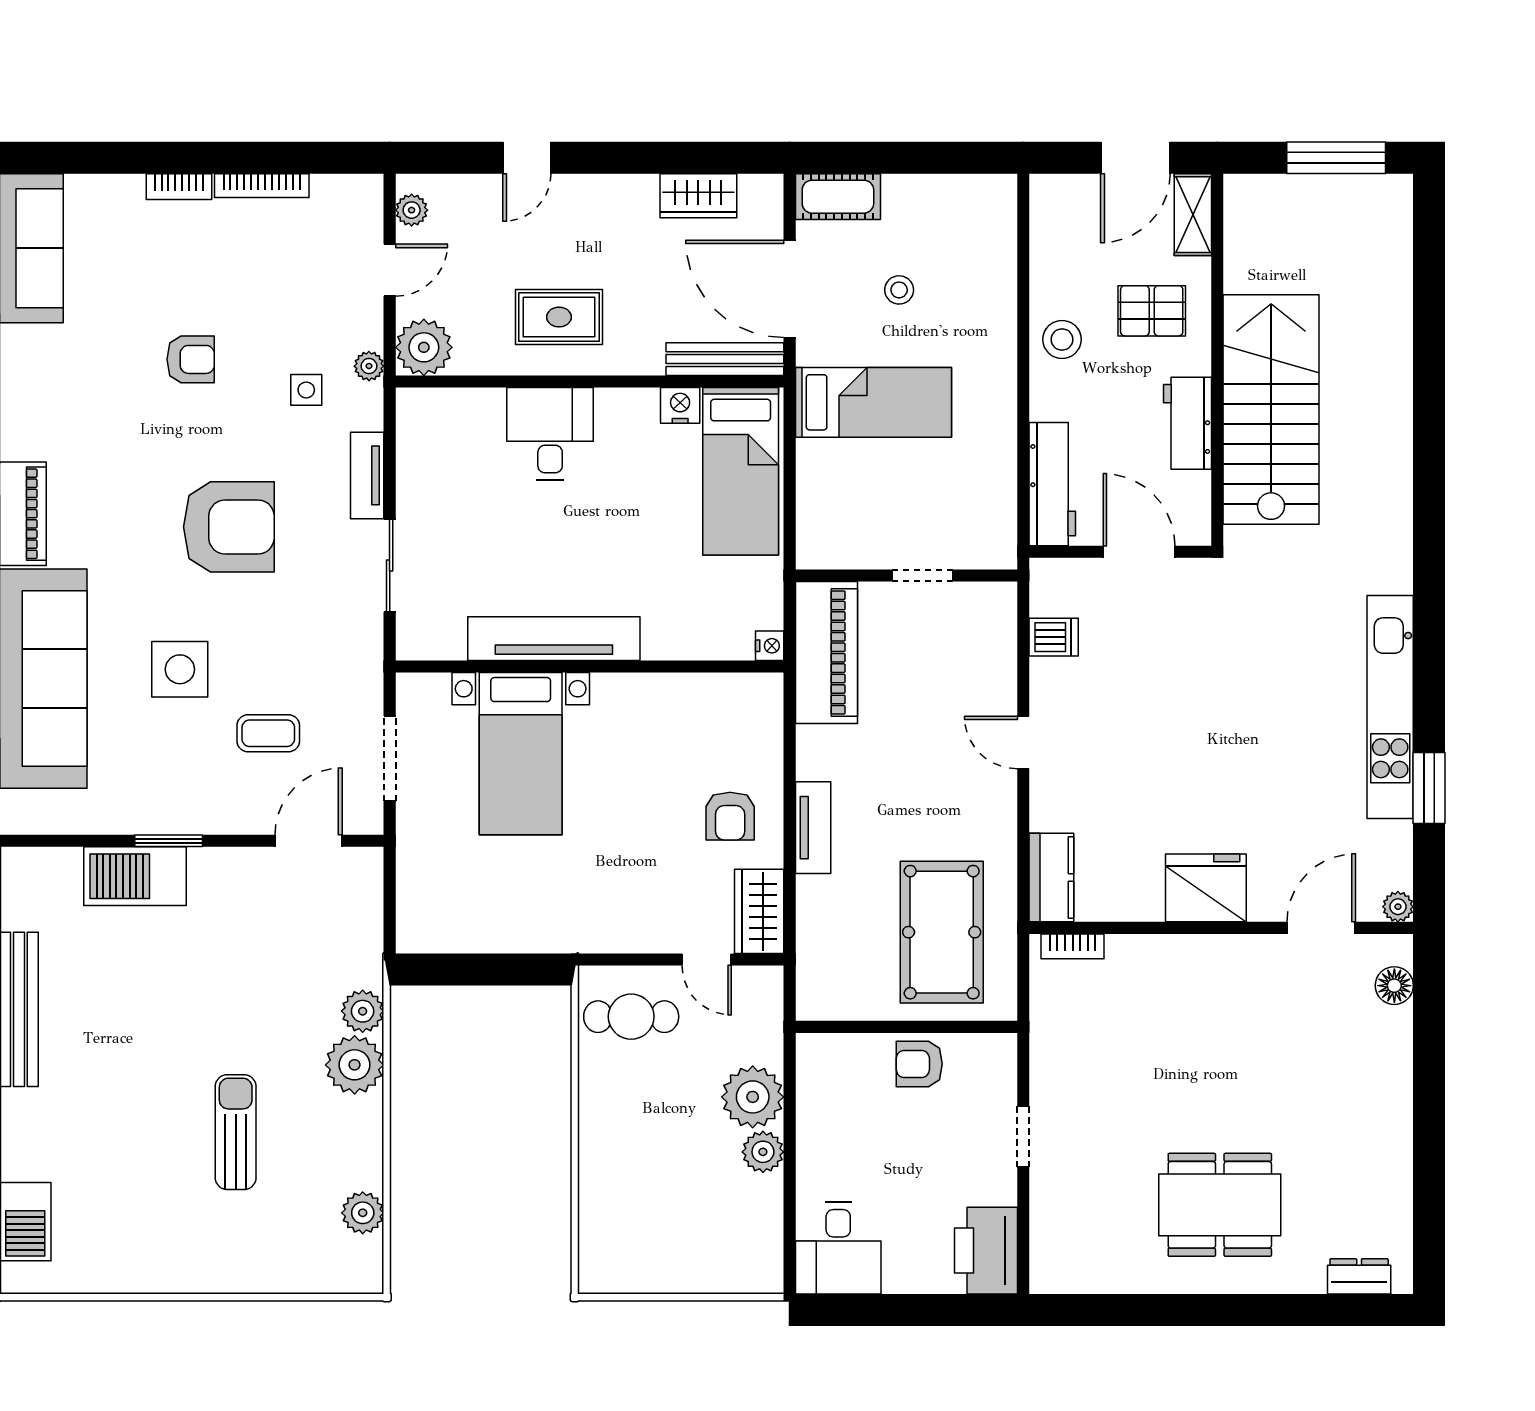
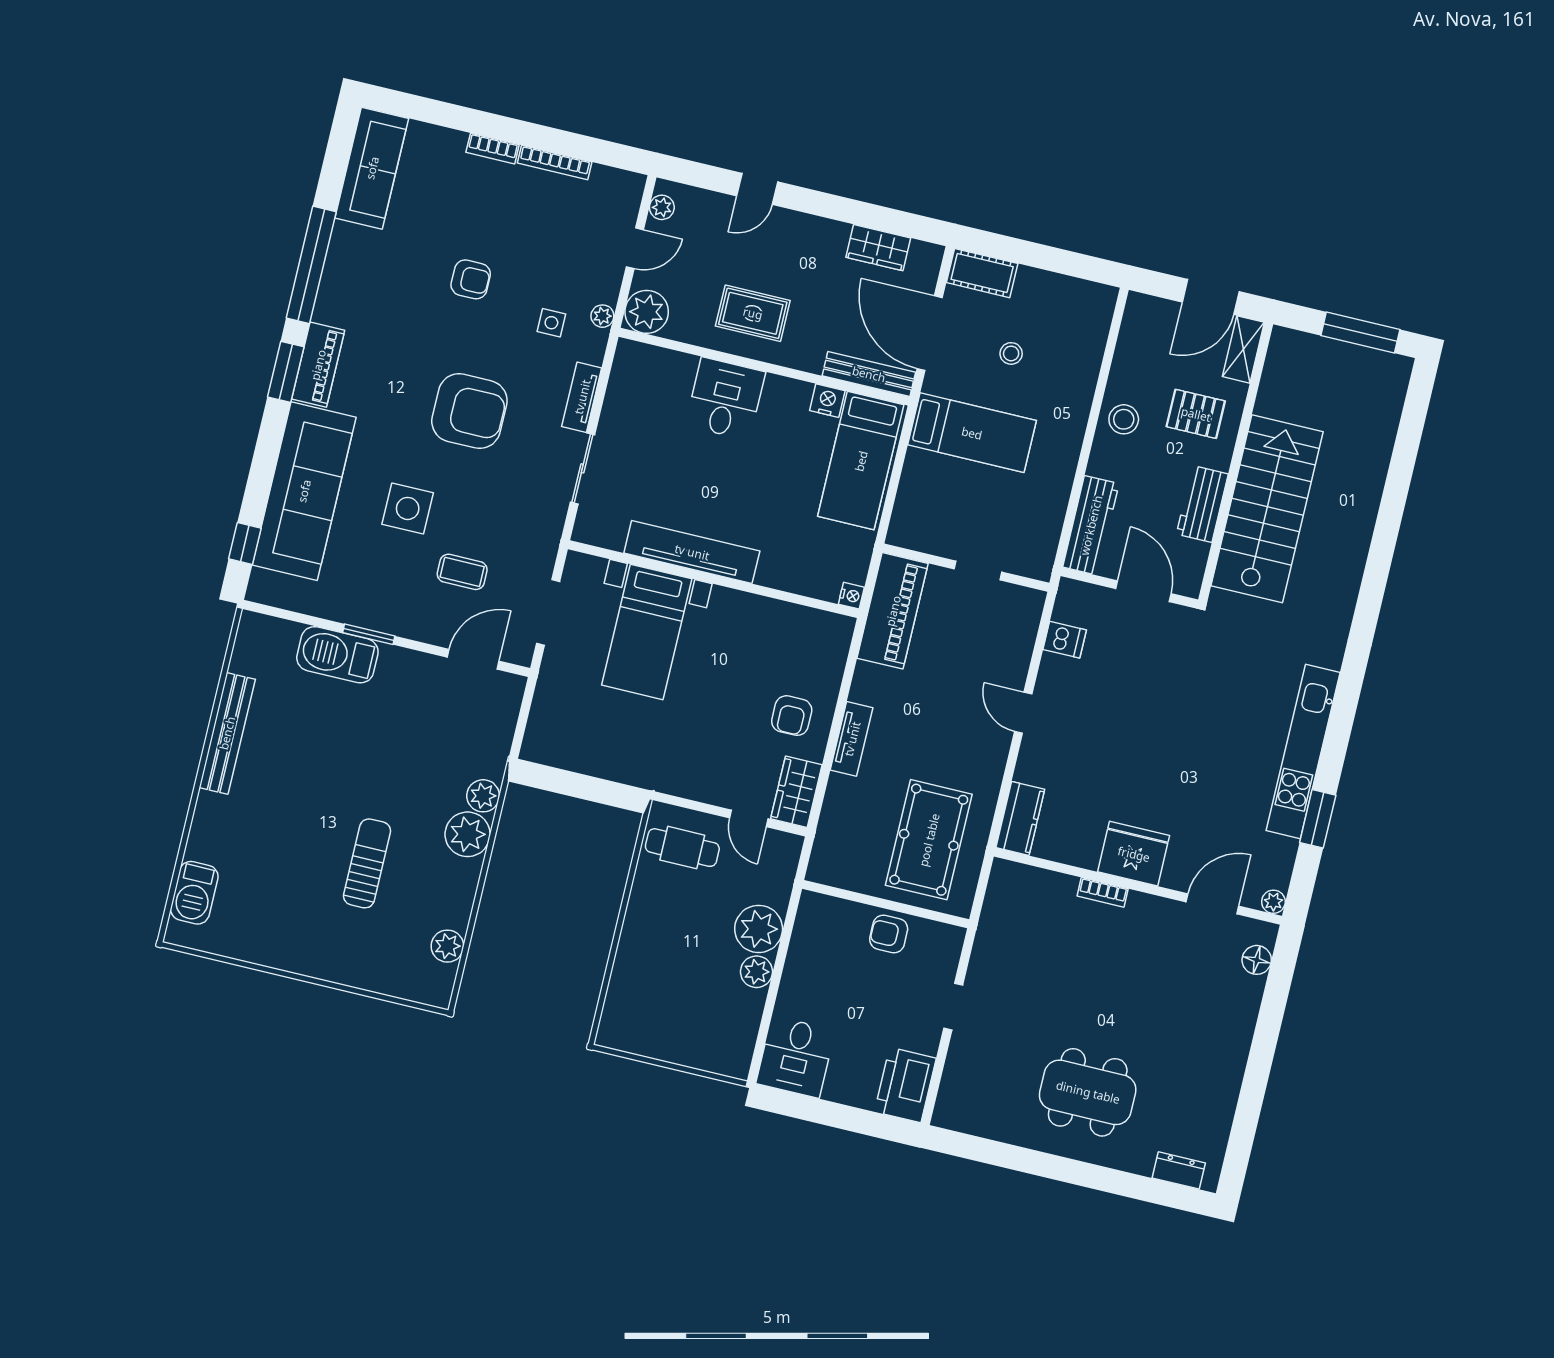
bookcase: (1073, 946) -> (1103, 892), moved

